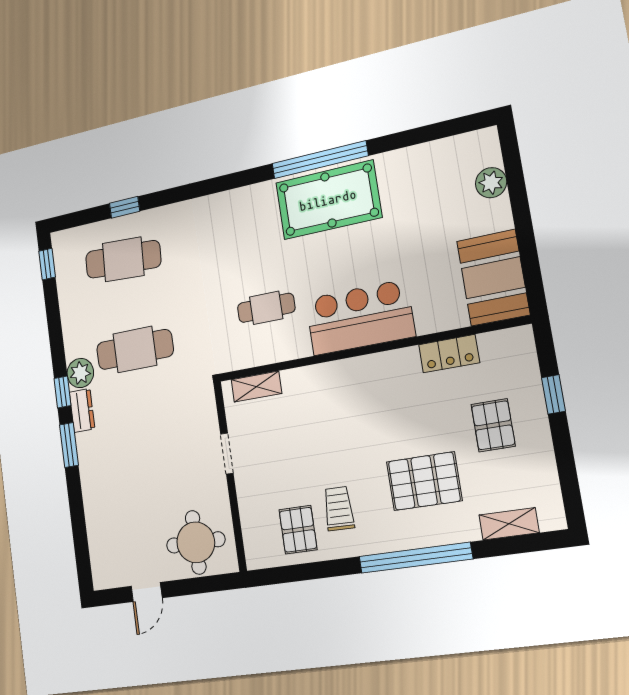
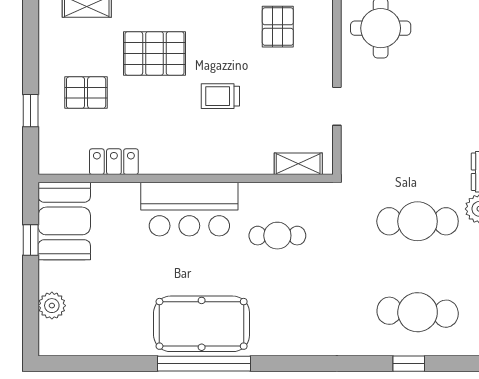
window: (528, 249) -> (31, 240), added
pallet: (493, 425) -> (86, 93), turned 90
trolley: (339, 509) -> (220, 96), moved, turned 89

